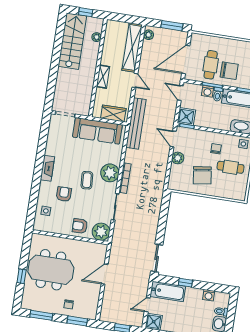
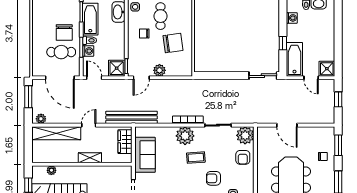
chair: (229, 71) -> (64, 33), turned 180
door: (180, 93) -> (94, 78), swing flipped
sofa: (97, 131) -> (145, 155), width x0.73

